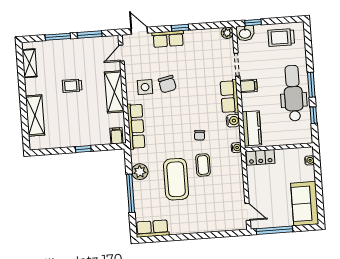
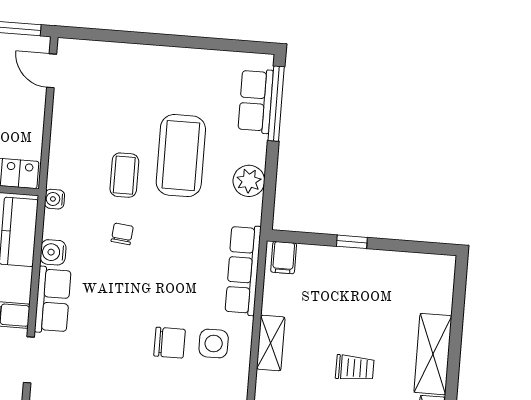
chair: (167, 84) -> (170, 343), turned 102
shelving: (114, 92) -> (271, 343), width x0.67, depth x0.75
shelving: (35, 115) -> (433, 354), moved
window: (131, 193) -> (276, 104), moved
row of seats: (152, 229) -> (256, 101), moved, turned 90

